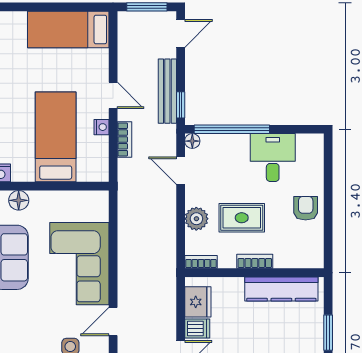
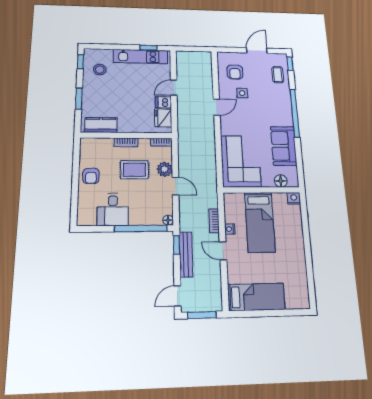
door: (181, 171) -> (176, 186), moved
corner sofa: (79, 264) -> (241, 161), moved
kitchen counter: (281, 289) -> (101, 125), width x0.67

